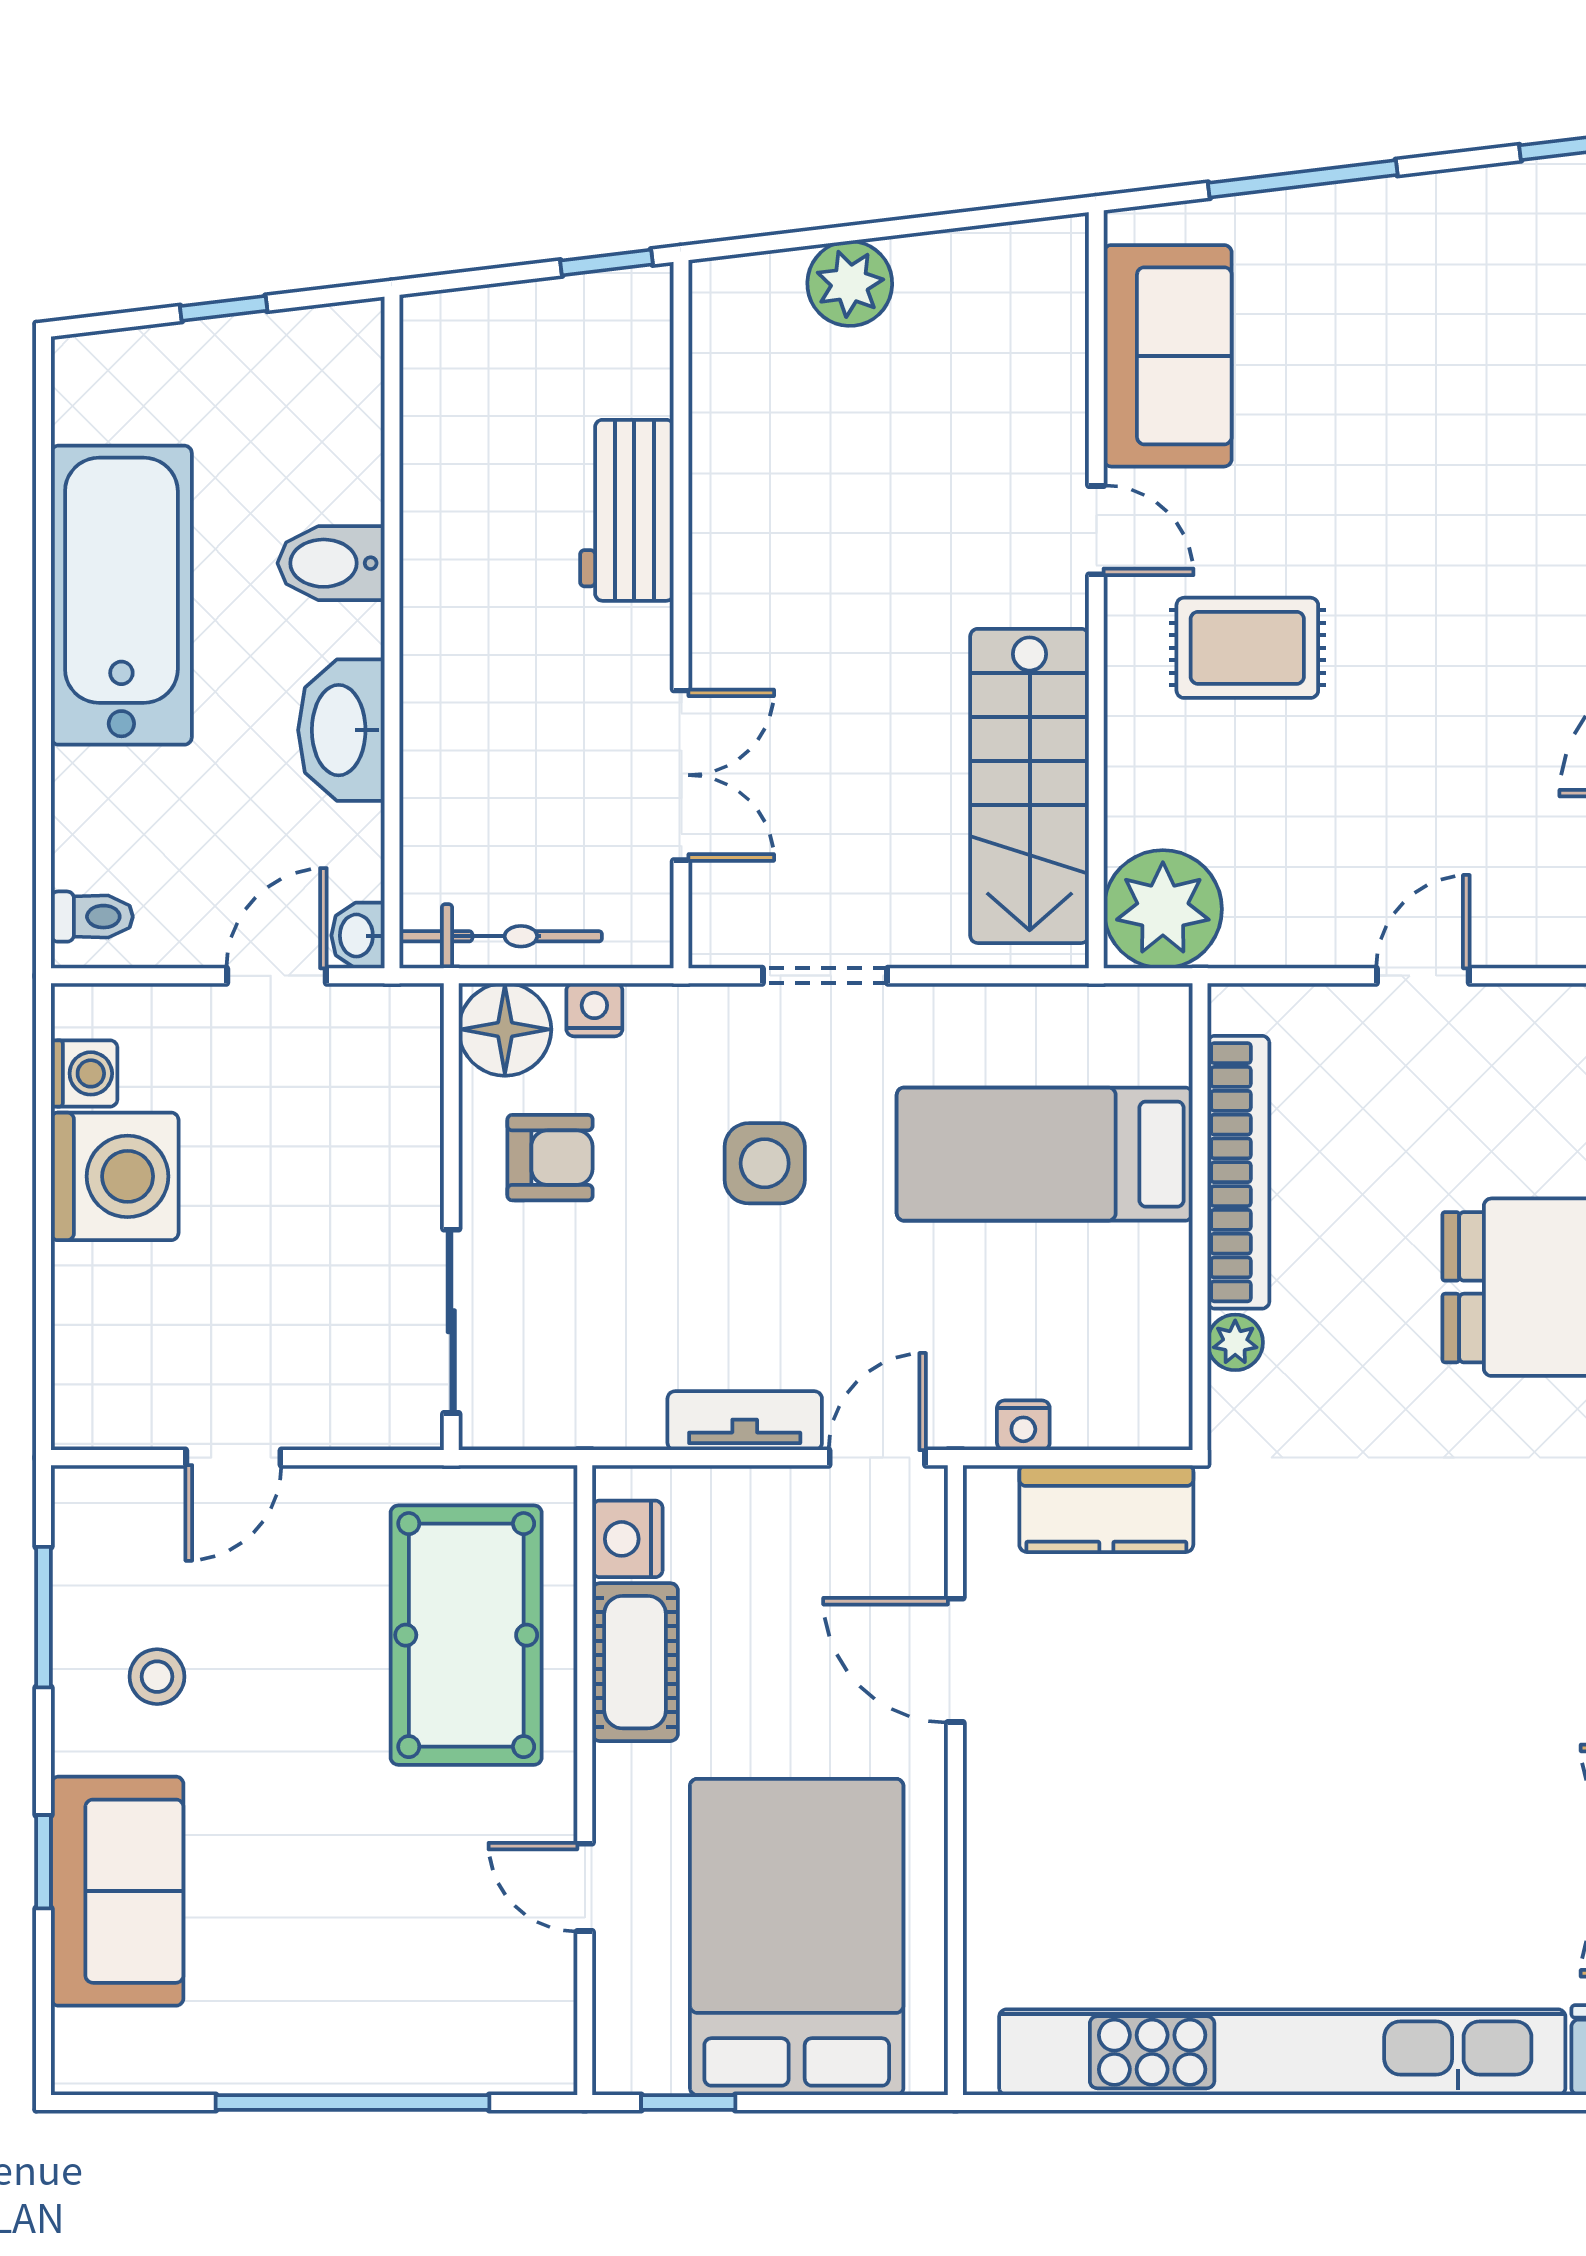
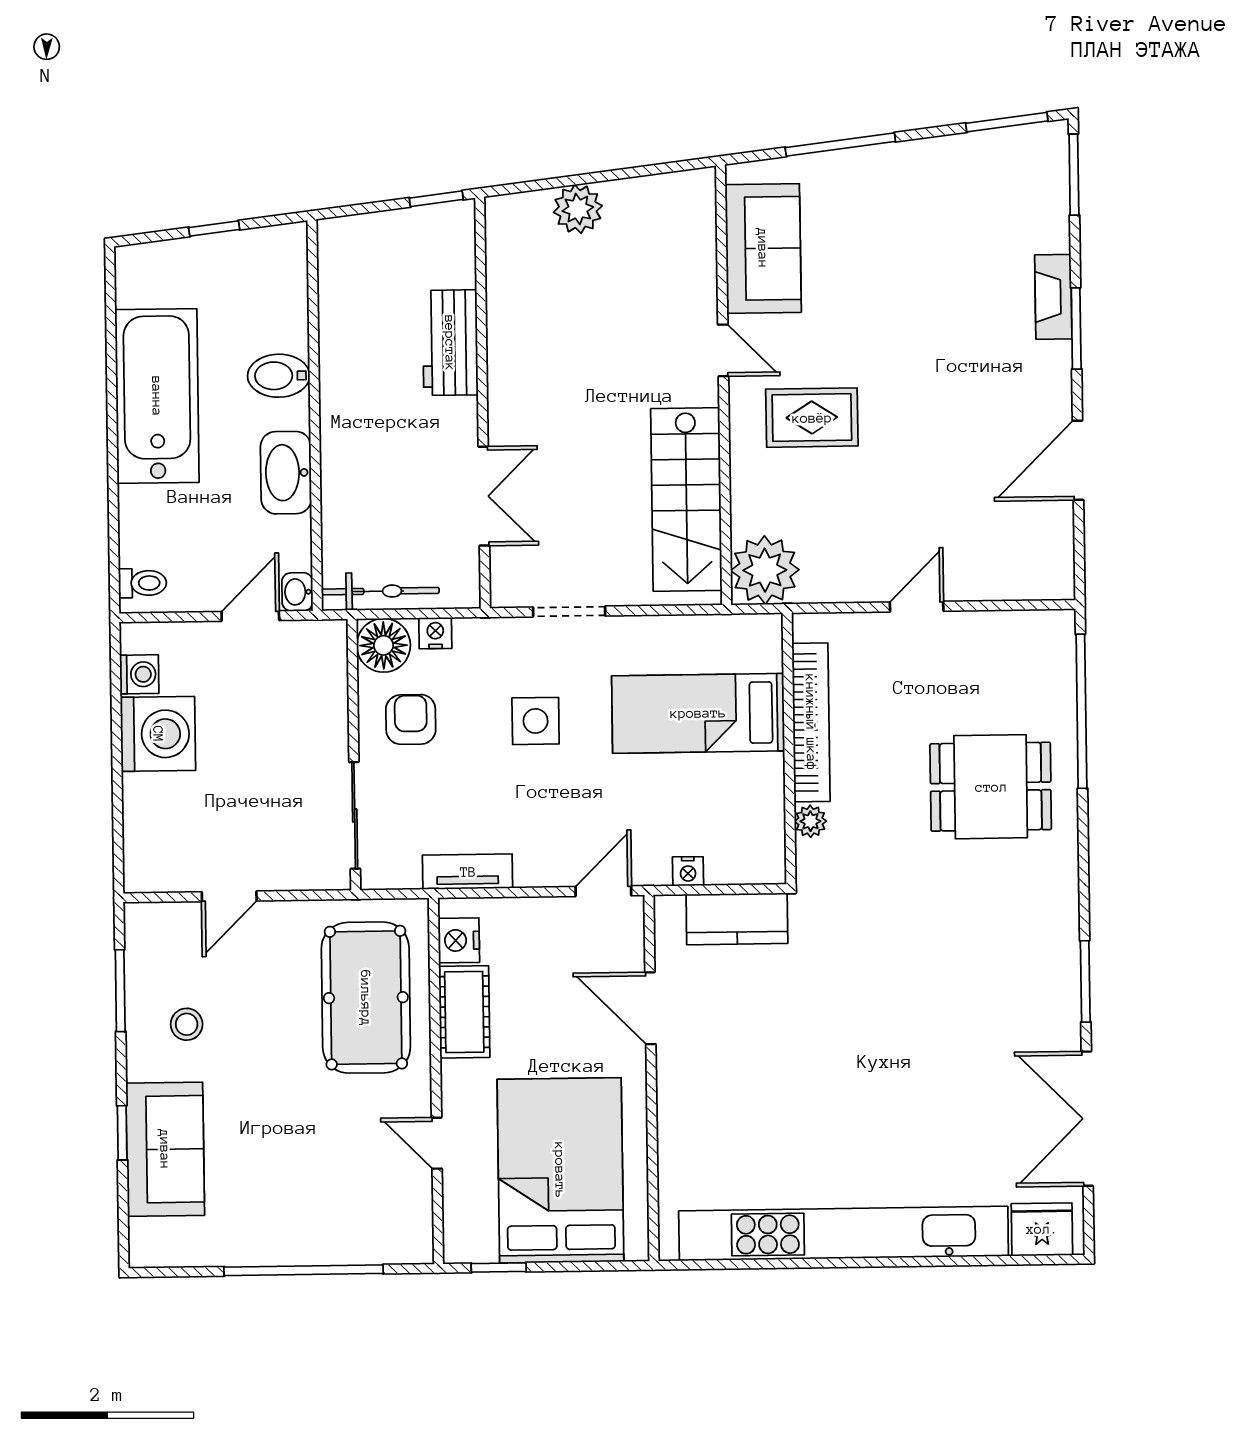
armchair: (550, 1158) -> (411, 719), turned -90
tv unit: (745, 1421) -> (468, 872), moved

